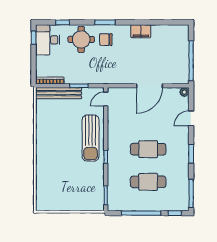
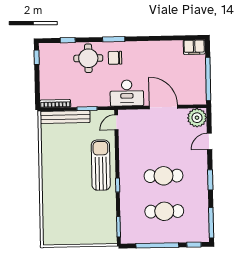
filing cabinet: (141, 31) -> (194, 47), moved
desk: (48, 40) -> (127, 93), moved, turned -90
door: (149, 86) -> (163, 107), swing flipped
plant: (184, 92) -> (197, 118), width x1.88, depth x1.88
sun lounger: (91, 138) -> (101, 165), turned 180

